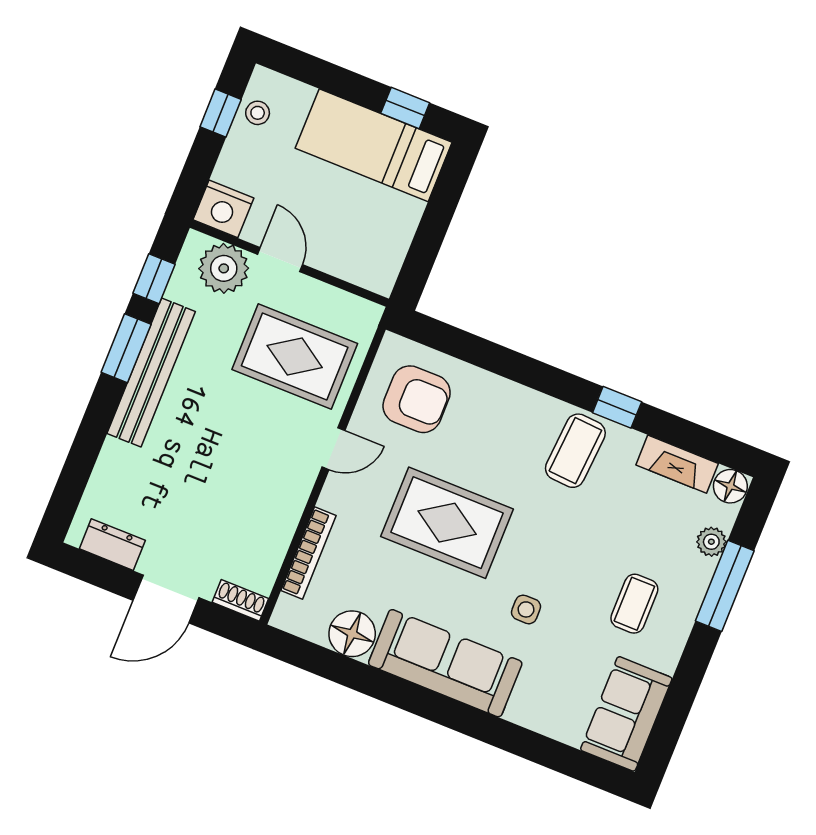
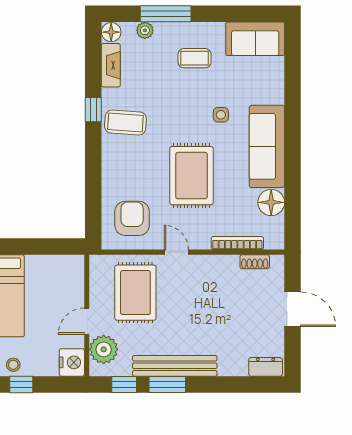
dresser: (112, 545) -> (266, 367), moved, turned 90
shoe rack: (240, 600) -> (255, 262), moved, turned -90

